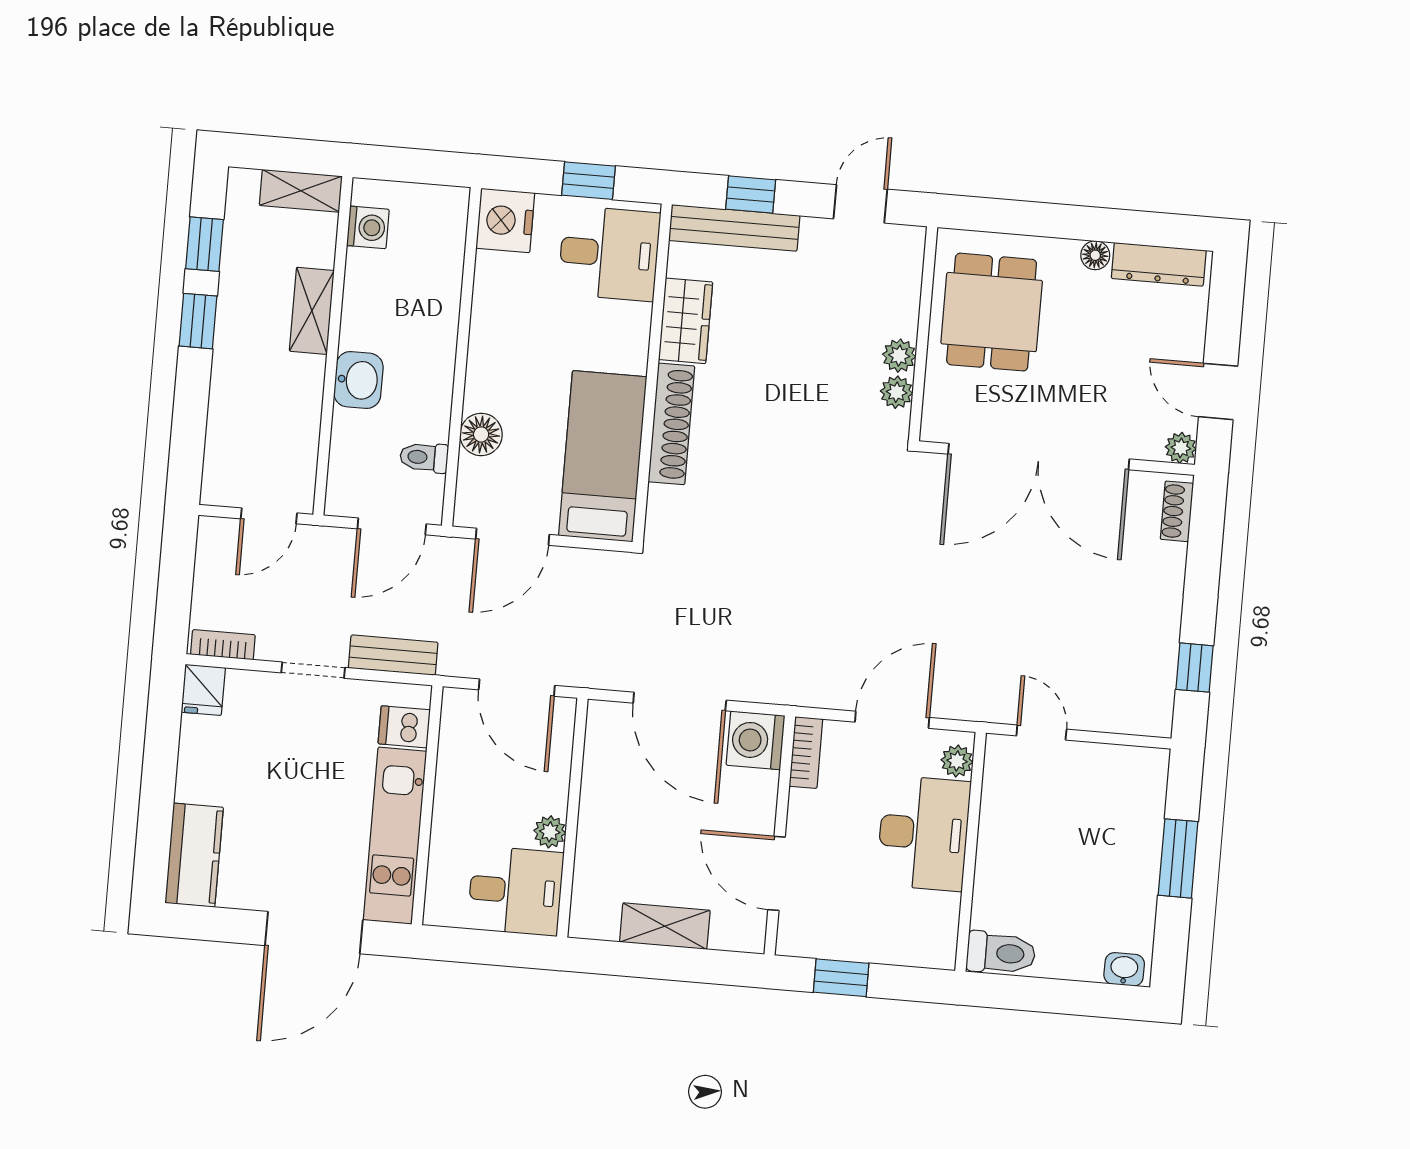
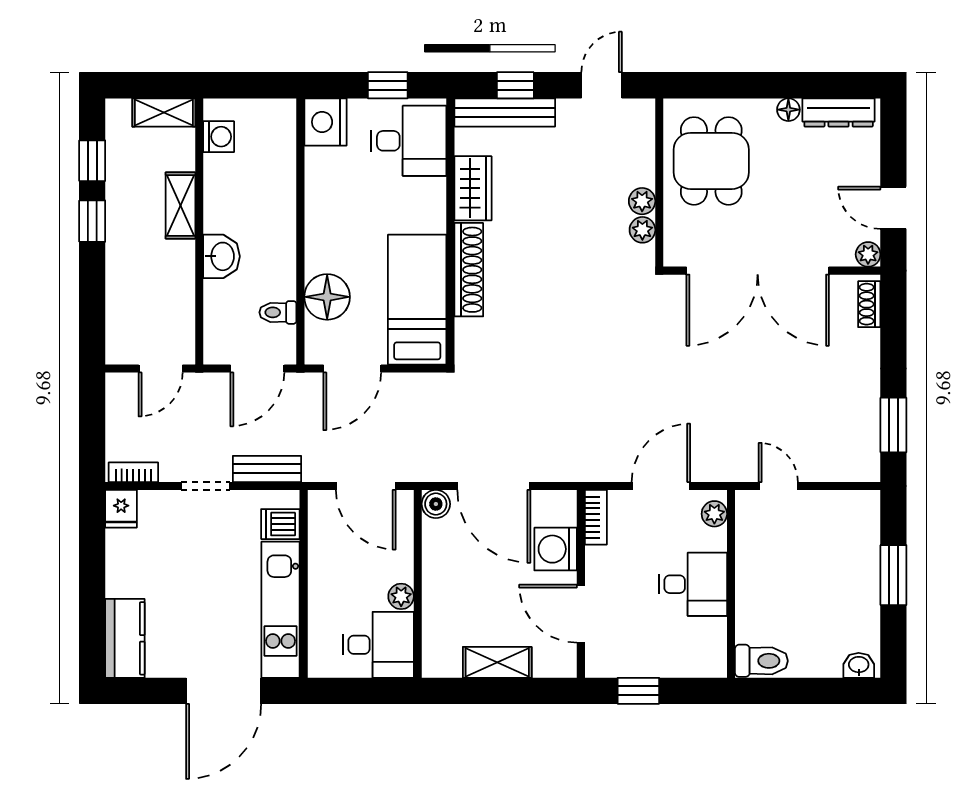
floor lamp: (481, 434) -> (327, 297), width x1.38, depth x1.38
window: (1194, 668) -> (893, 425), width x1.50
boiler: (604, 718) -> (436, 504), added
washing machine: (756, 740) -> (556, 549), moved
desk: (924, 833) -> (693, 584), width x0.73

